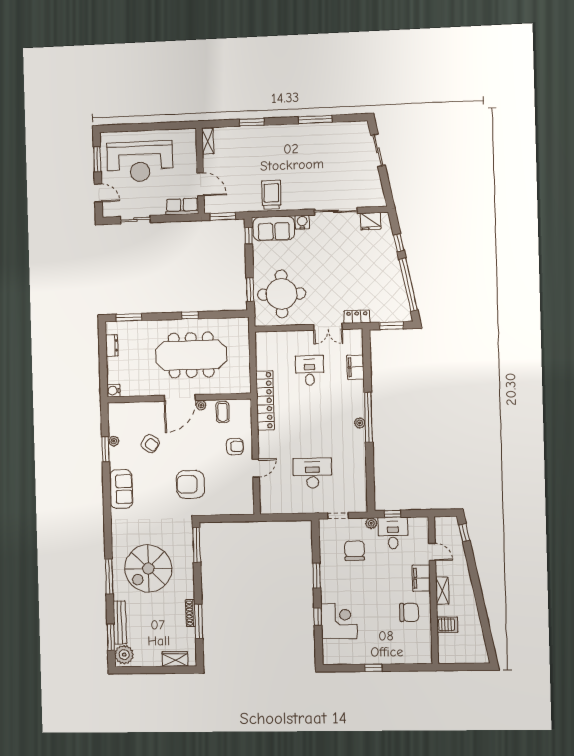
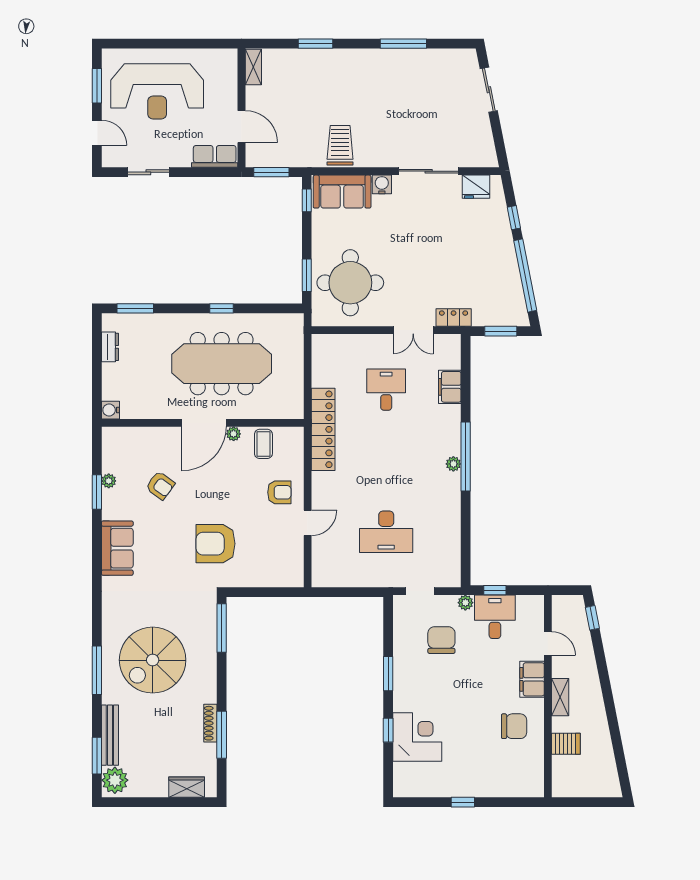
desk: (312, 473) -> (386, 532), turned 180

